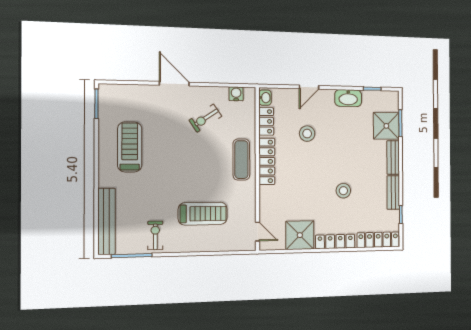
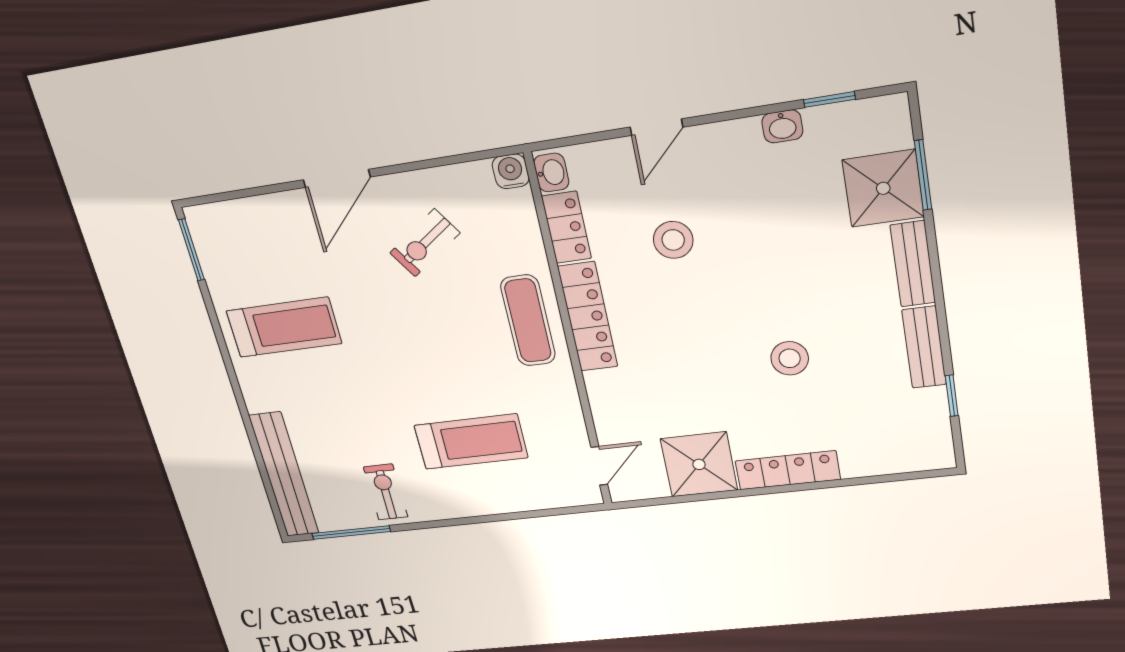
door: (174, 84) -> (337, 178), swing flipped
water cooler: (236, 94) -> (511, 171), moved
washbasin: (348, 98) -> (782, 126), width x0.52, depth x0.69
treadmill: (130, 147) -> (284, 327), turned 90
door: (258, 232) -> (599, 466), hinge flipped
locker: (378, 240) -> (898, 457), removed

